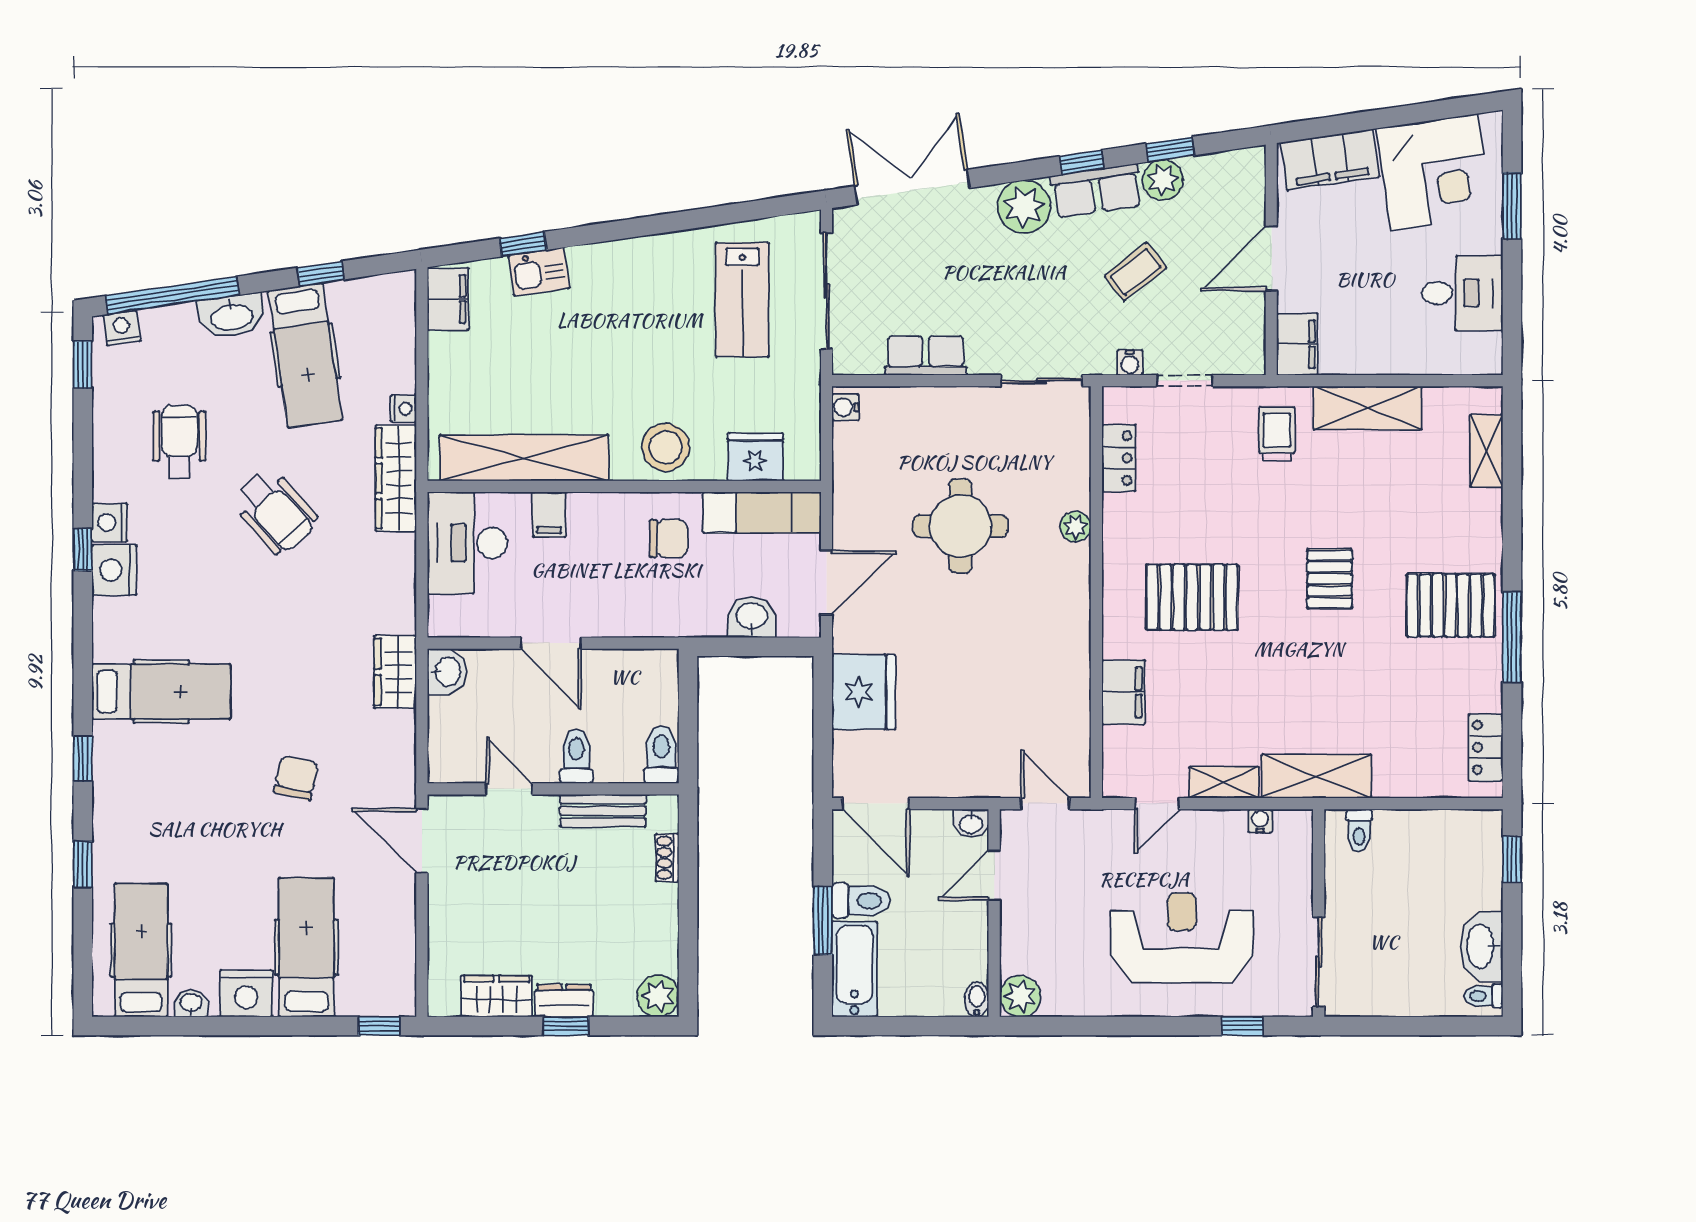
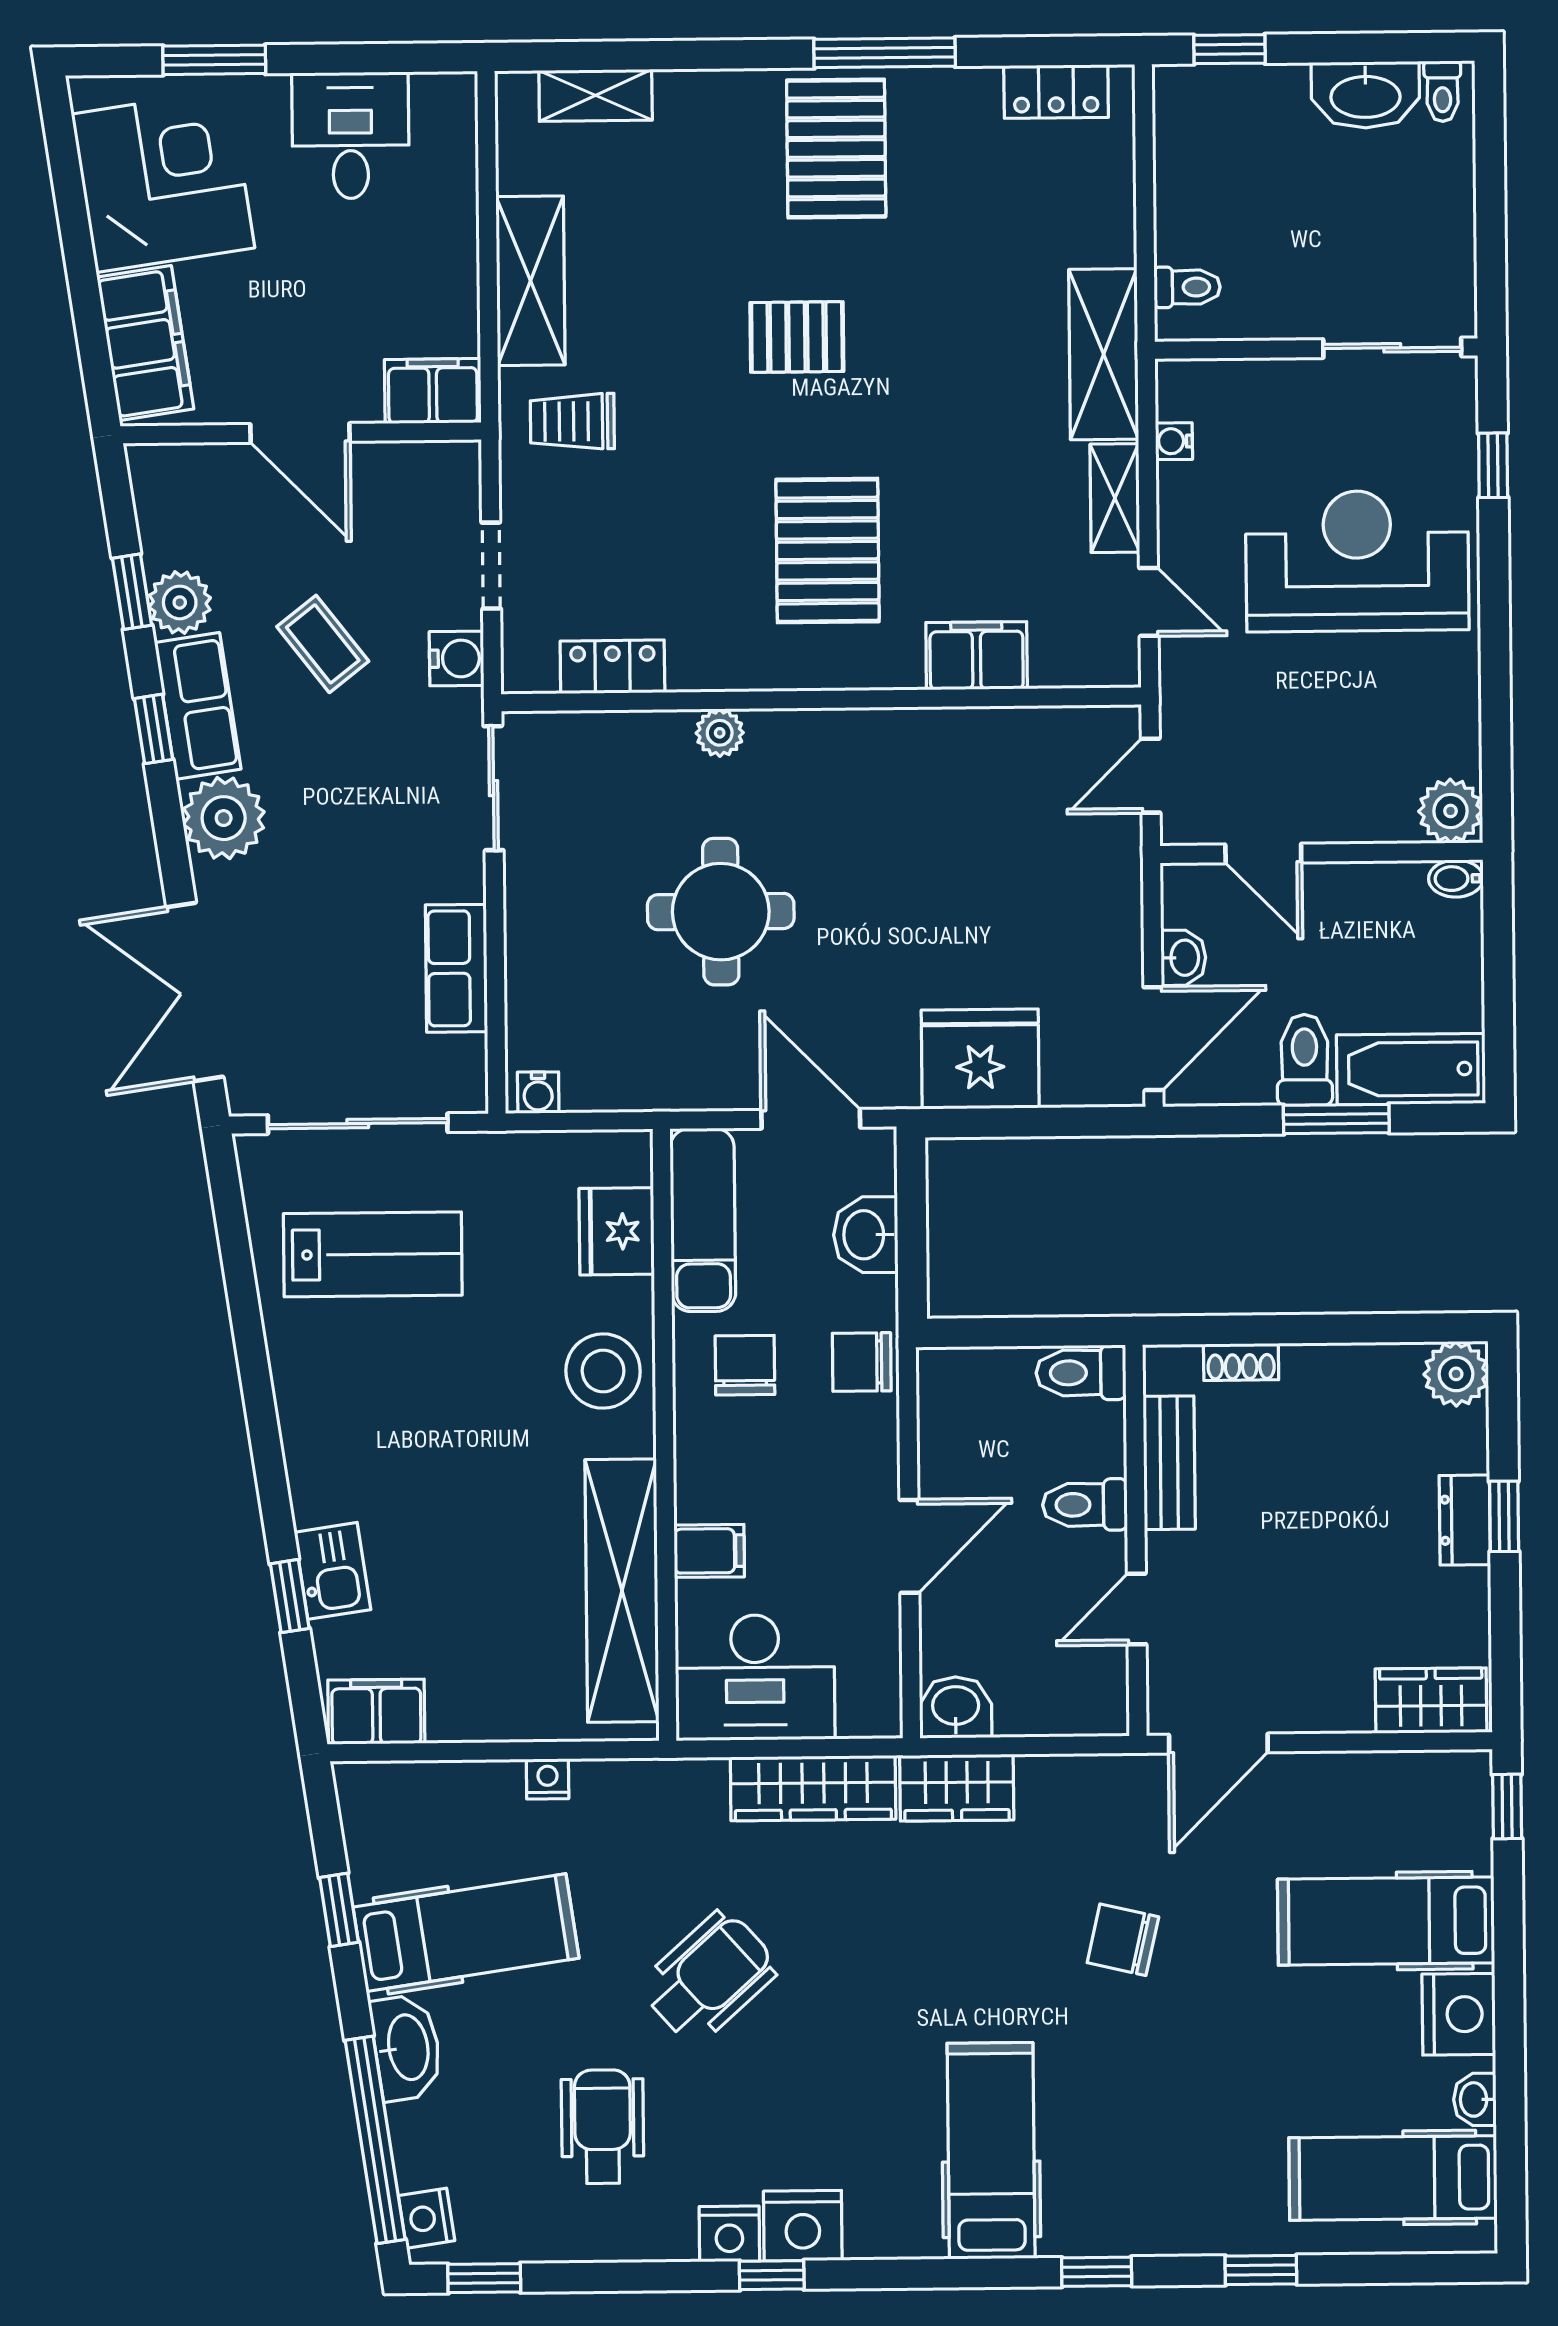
water cooler: (1130, 363) -> (457, 659), width x1.38, depth x1.38
wheelchair: (179, 442) -> (603, 2127), turned 90
wardrobe: (396, 478) -> (813, 1788), moved
chair: (670, 614) -> (862, 1362), added
washbasin: (971, 823) -> (1183, 958), moved
reception desk: (1182, 938) -> (1357, 561), turned 90
wardrobe: (496, 996) -> (1431, 1701), moved, turned 90

